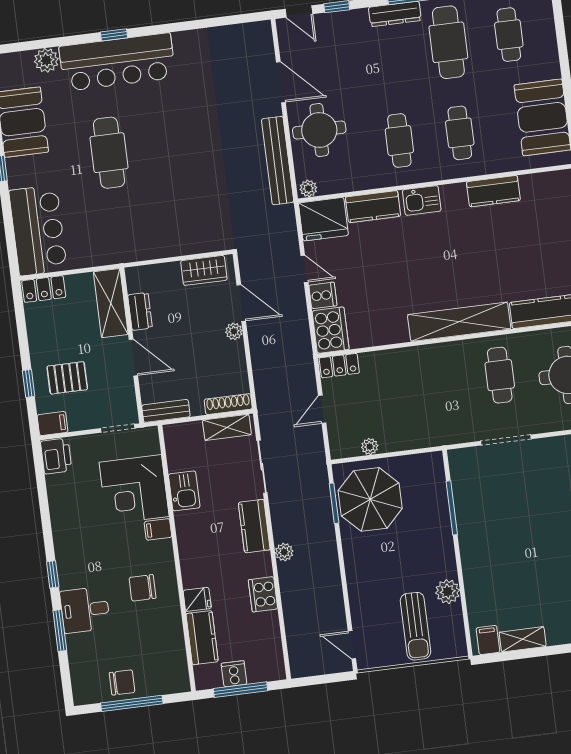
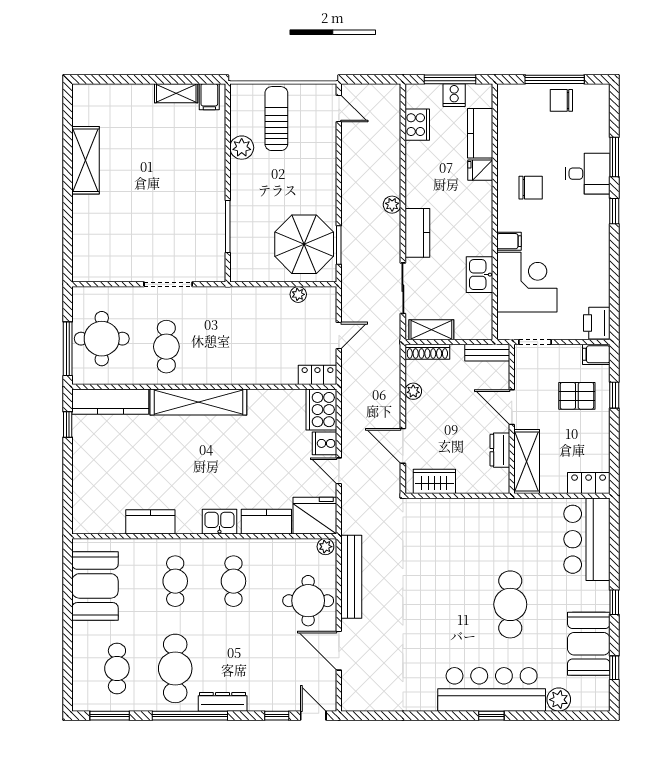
plant: (234, 331) -> (413, 391), moved
cooker: (263, 594) -> (417, 125), moved

